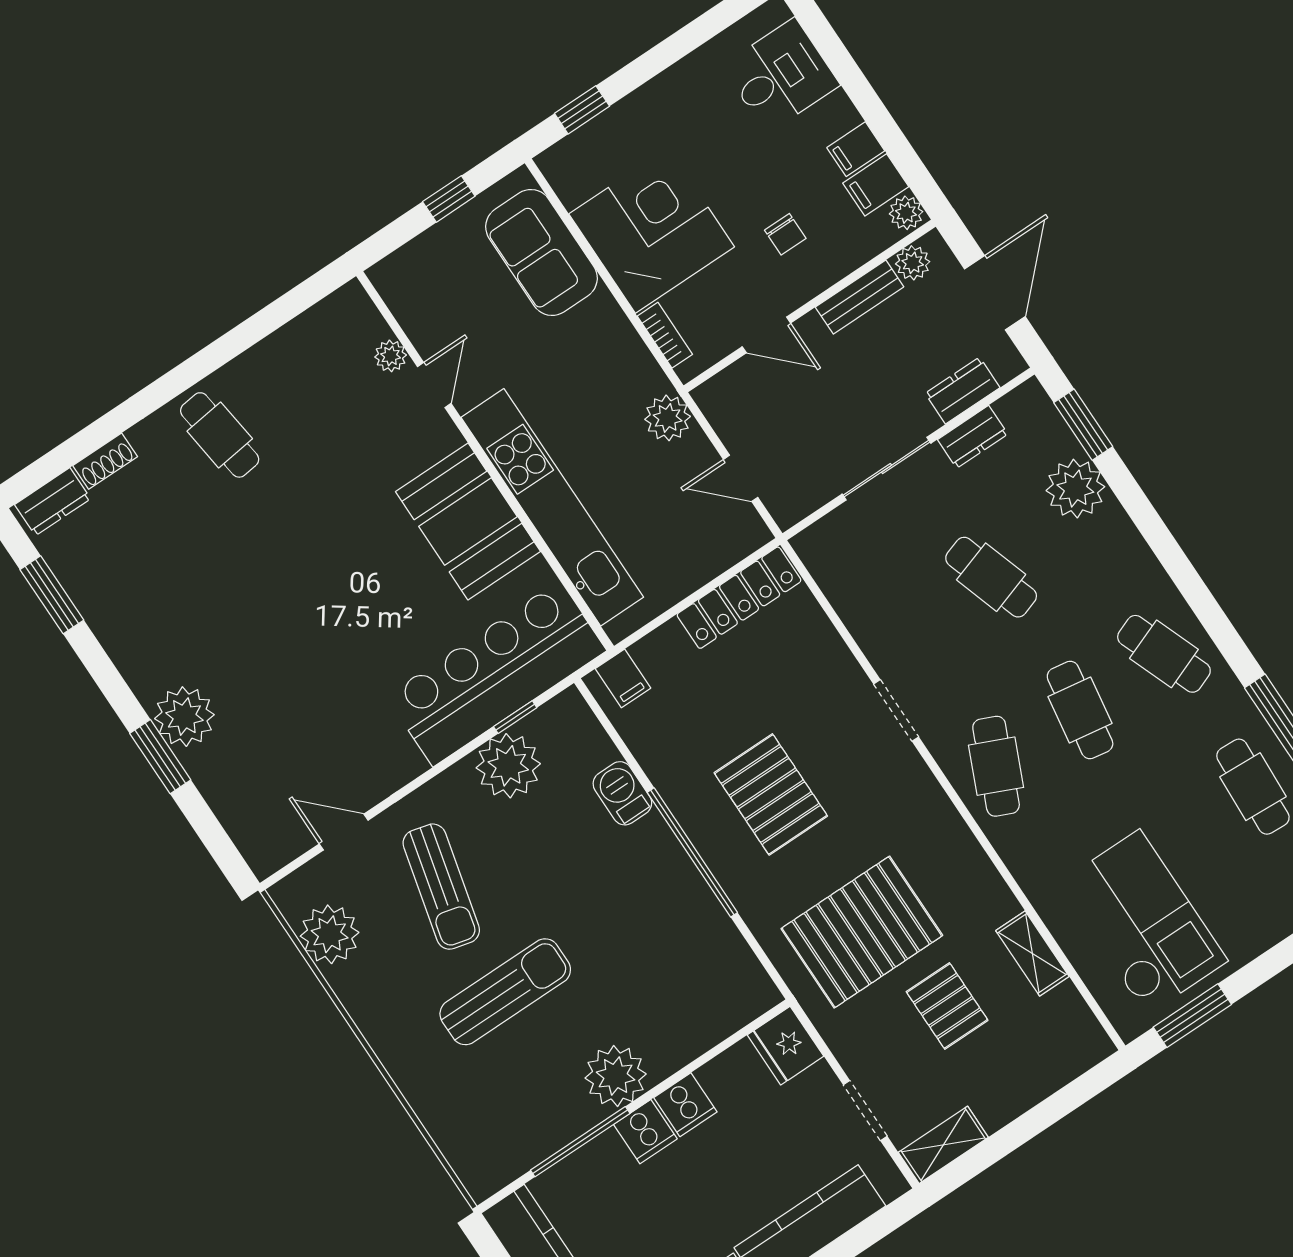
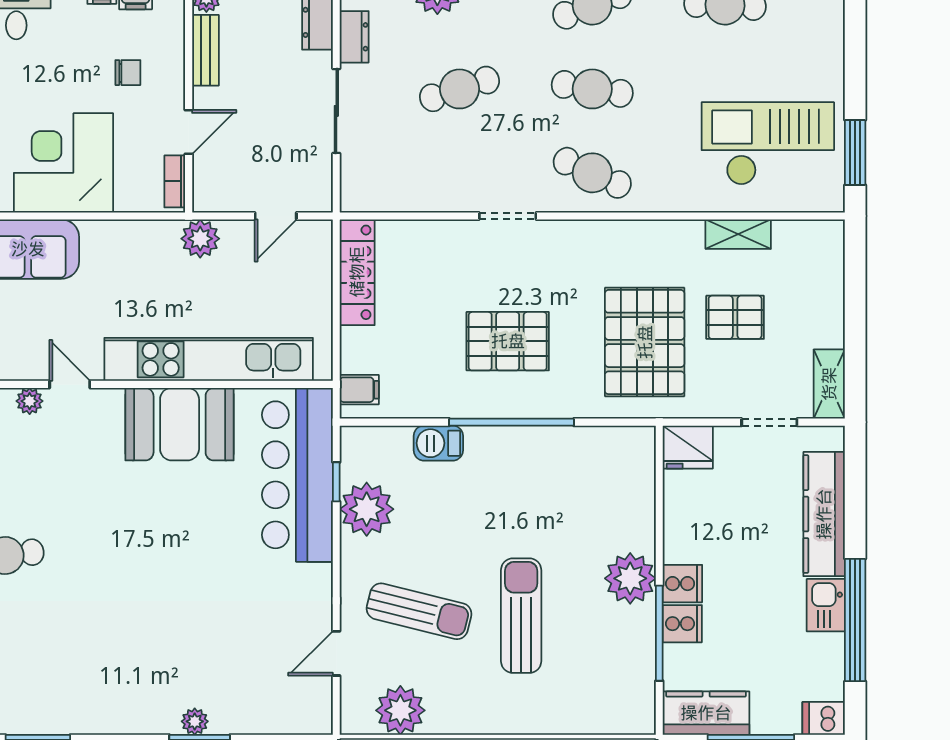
bookcase: (665, 335) -> (175, 181), moved, turned -90
plant: (184, 717) -> (195, 721), width x0.53, depth x0.53
cooker: (685, 1105) -> (682, 624), moved

